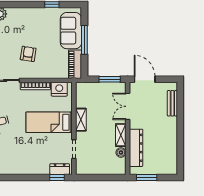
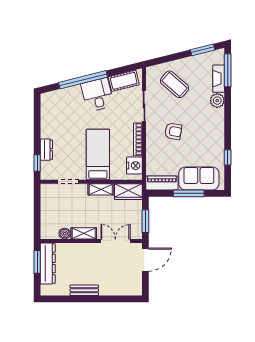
wardrobe: (83, 95) -> (128, 192), added
bench: (172, 103) -> (84, 290), moved
dresser: (136, 148) -> (48, 263), moved, turned -90
dresser: (60, 169) -> (46, 150), moved

